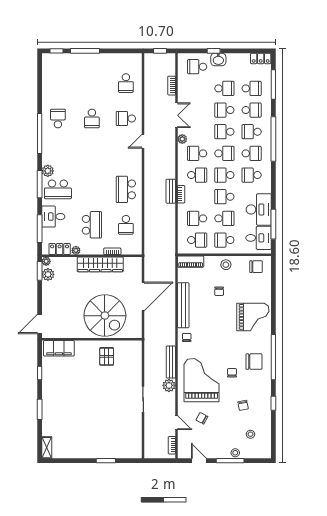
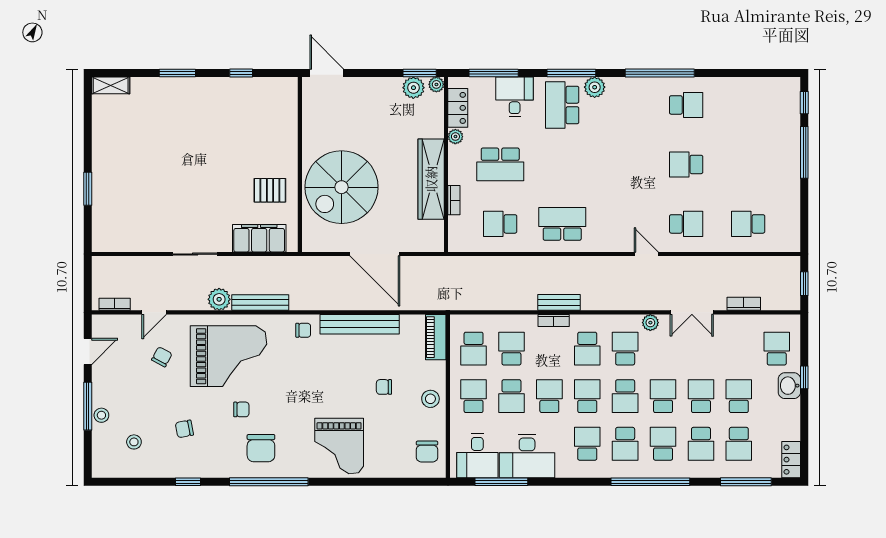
school desk: (224, 88) -> (739, 396), turned 180
school desk: (126, 118) -> (686, 224), turned 90
filing cabinet: (59, 348) -> (259, 238), moved, turned 90

